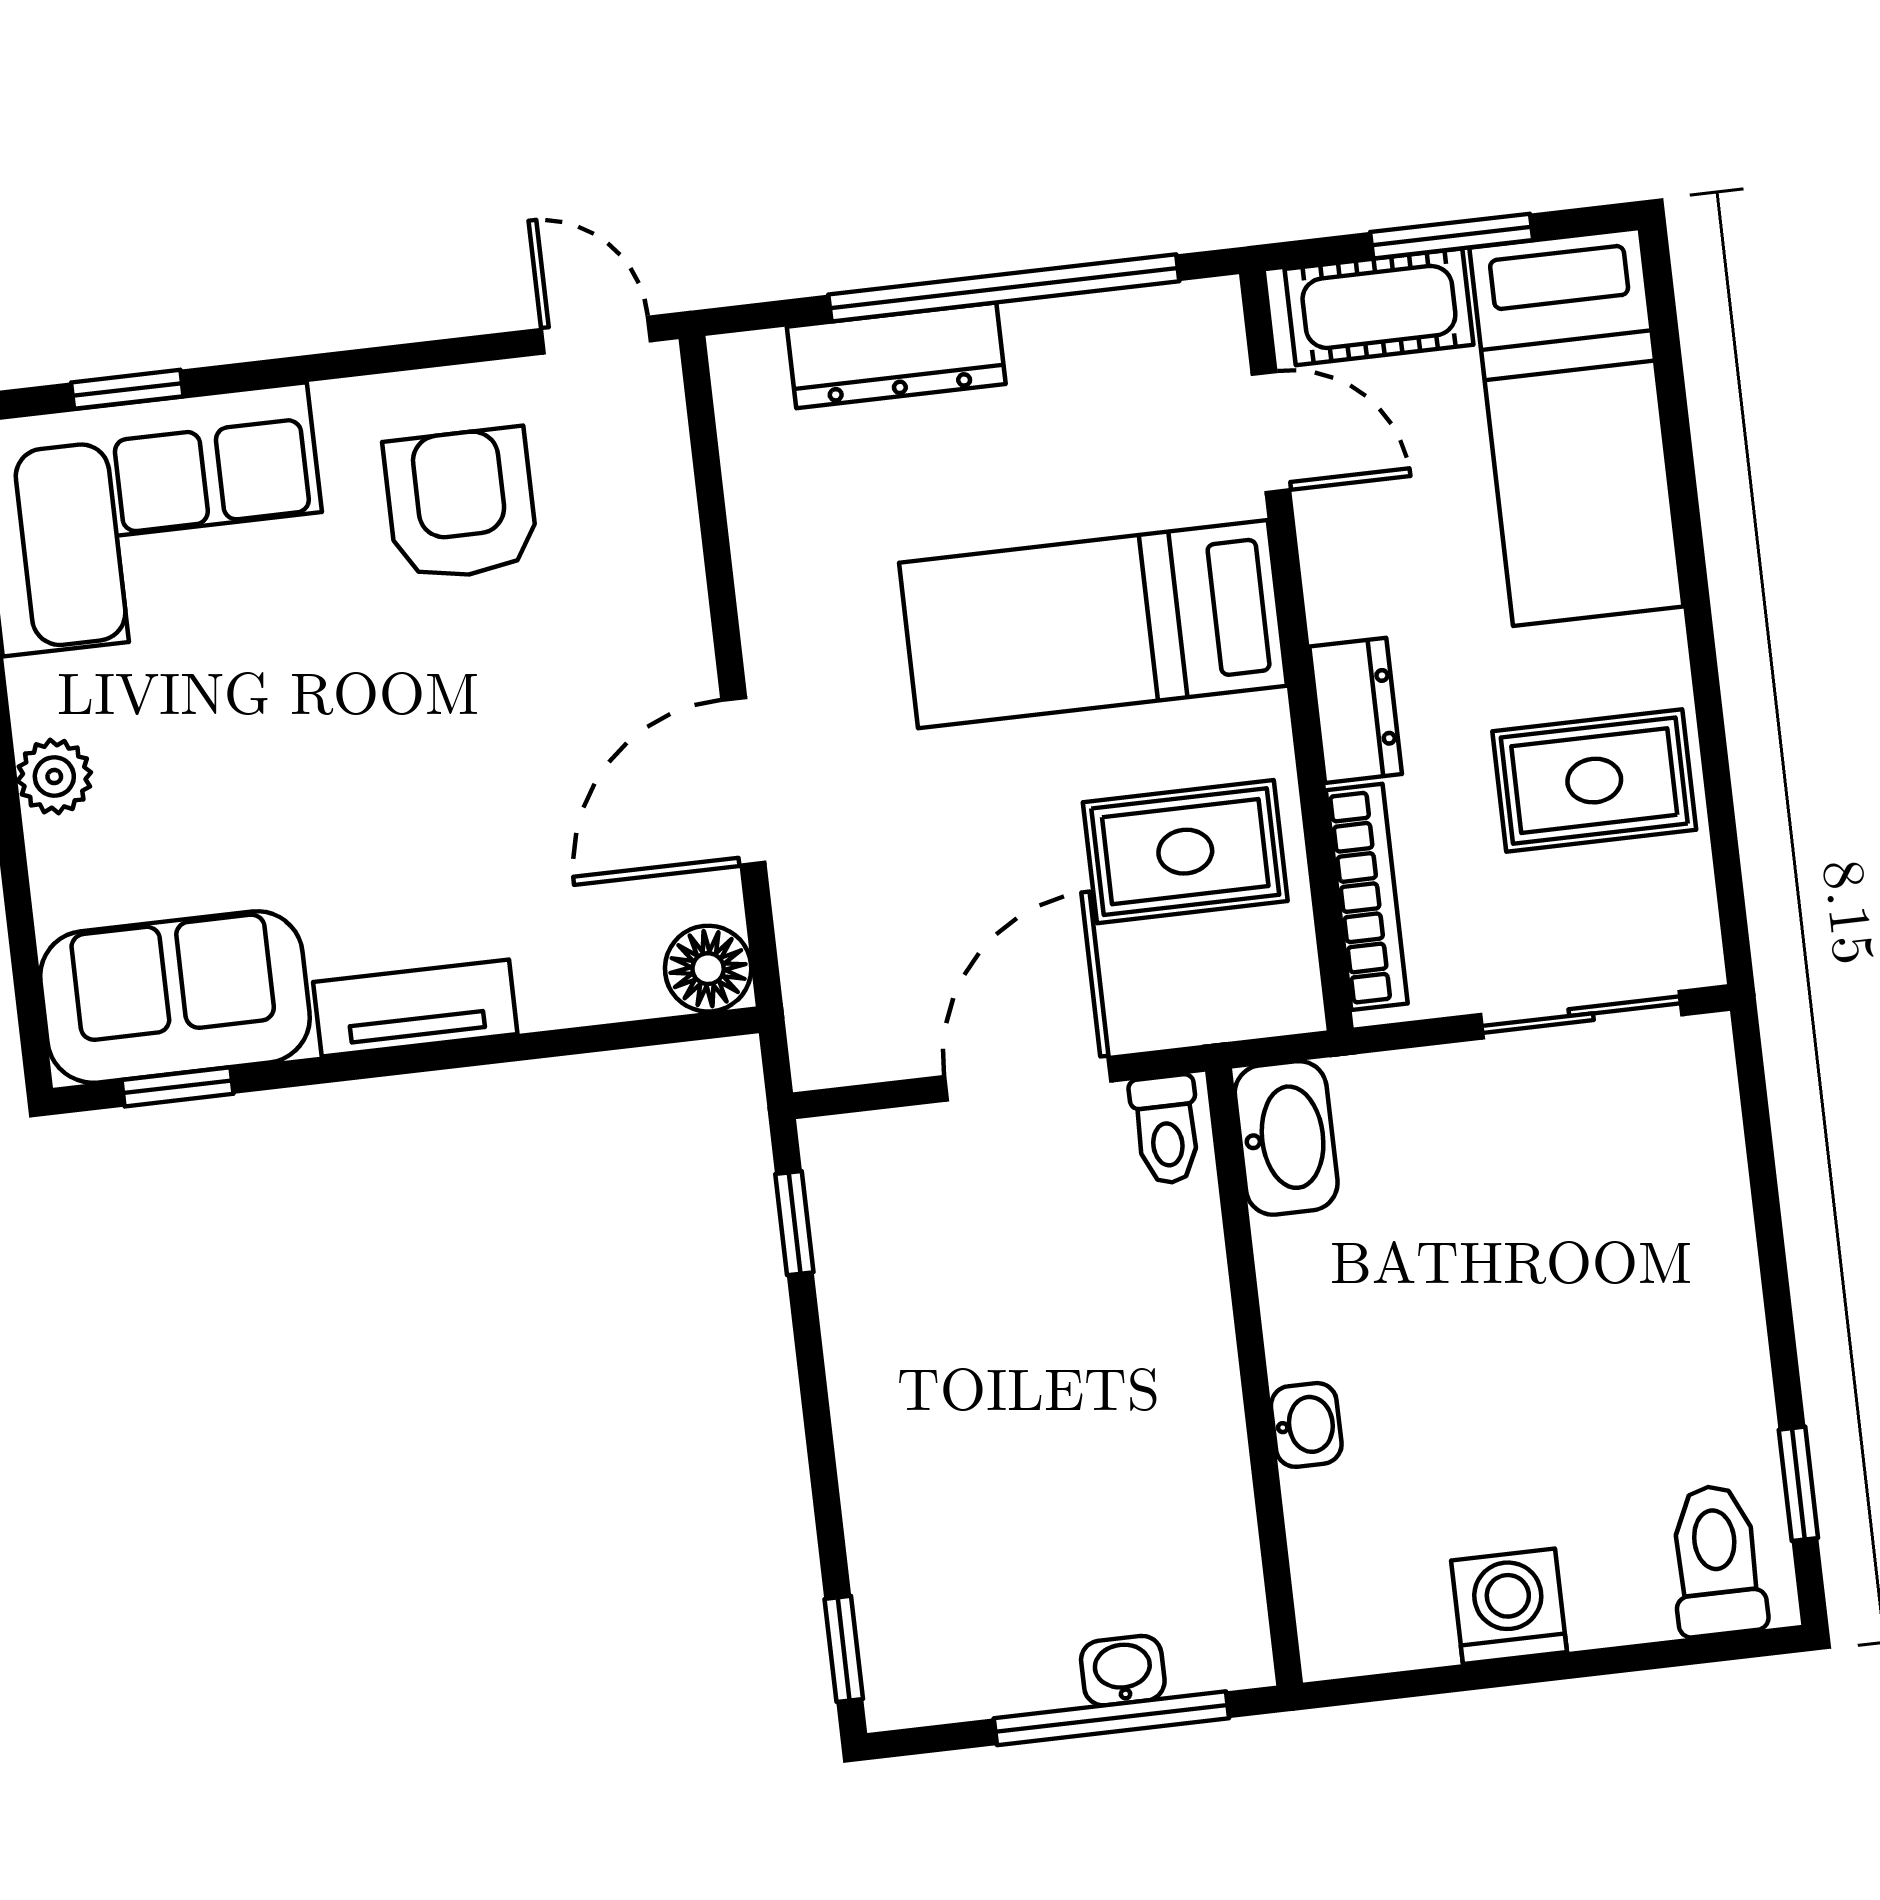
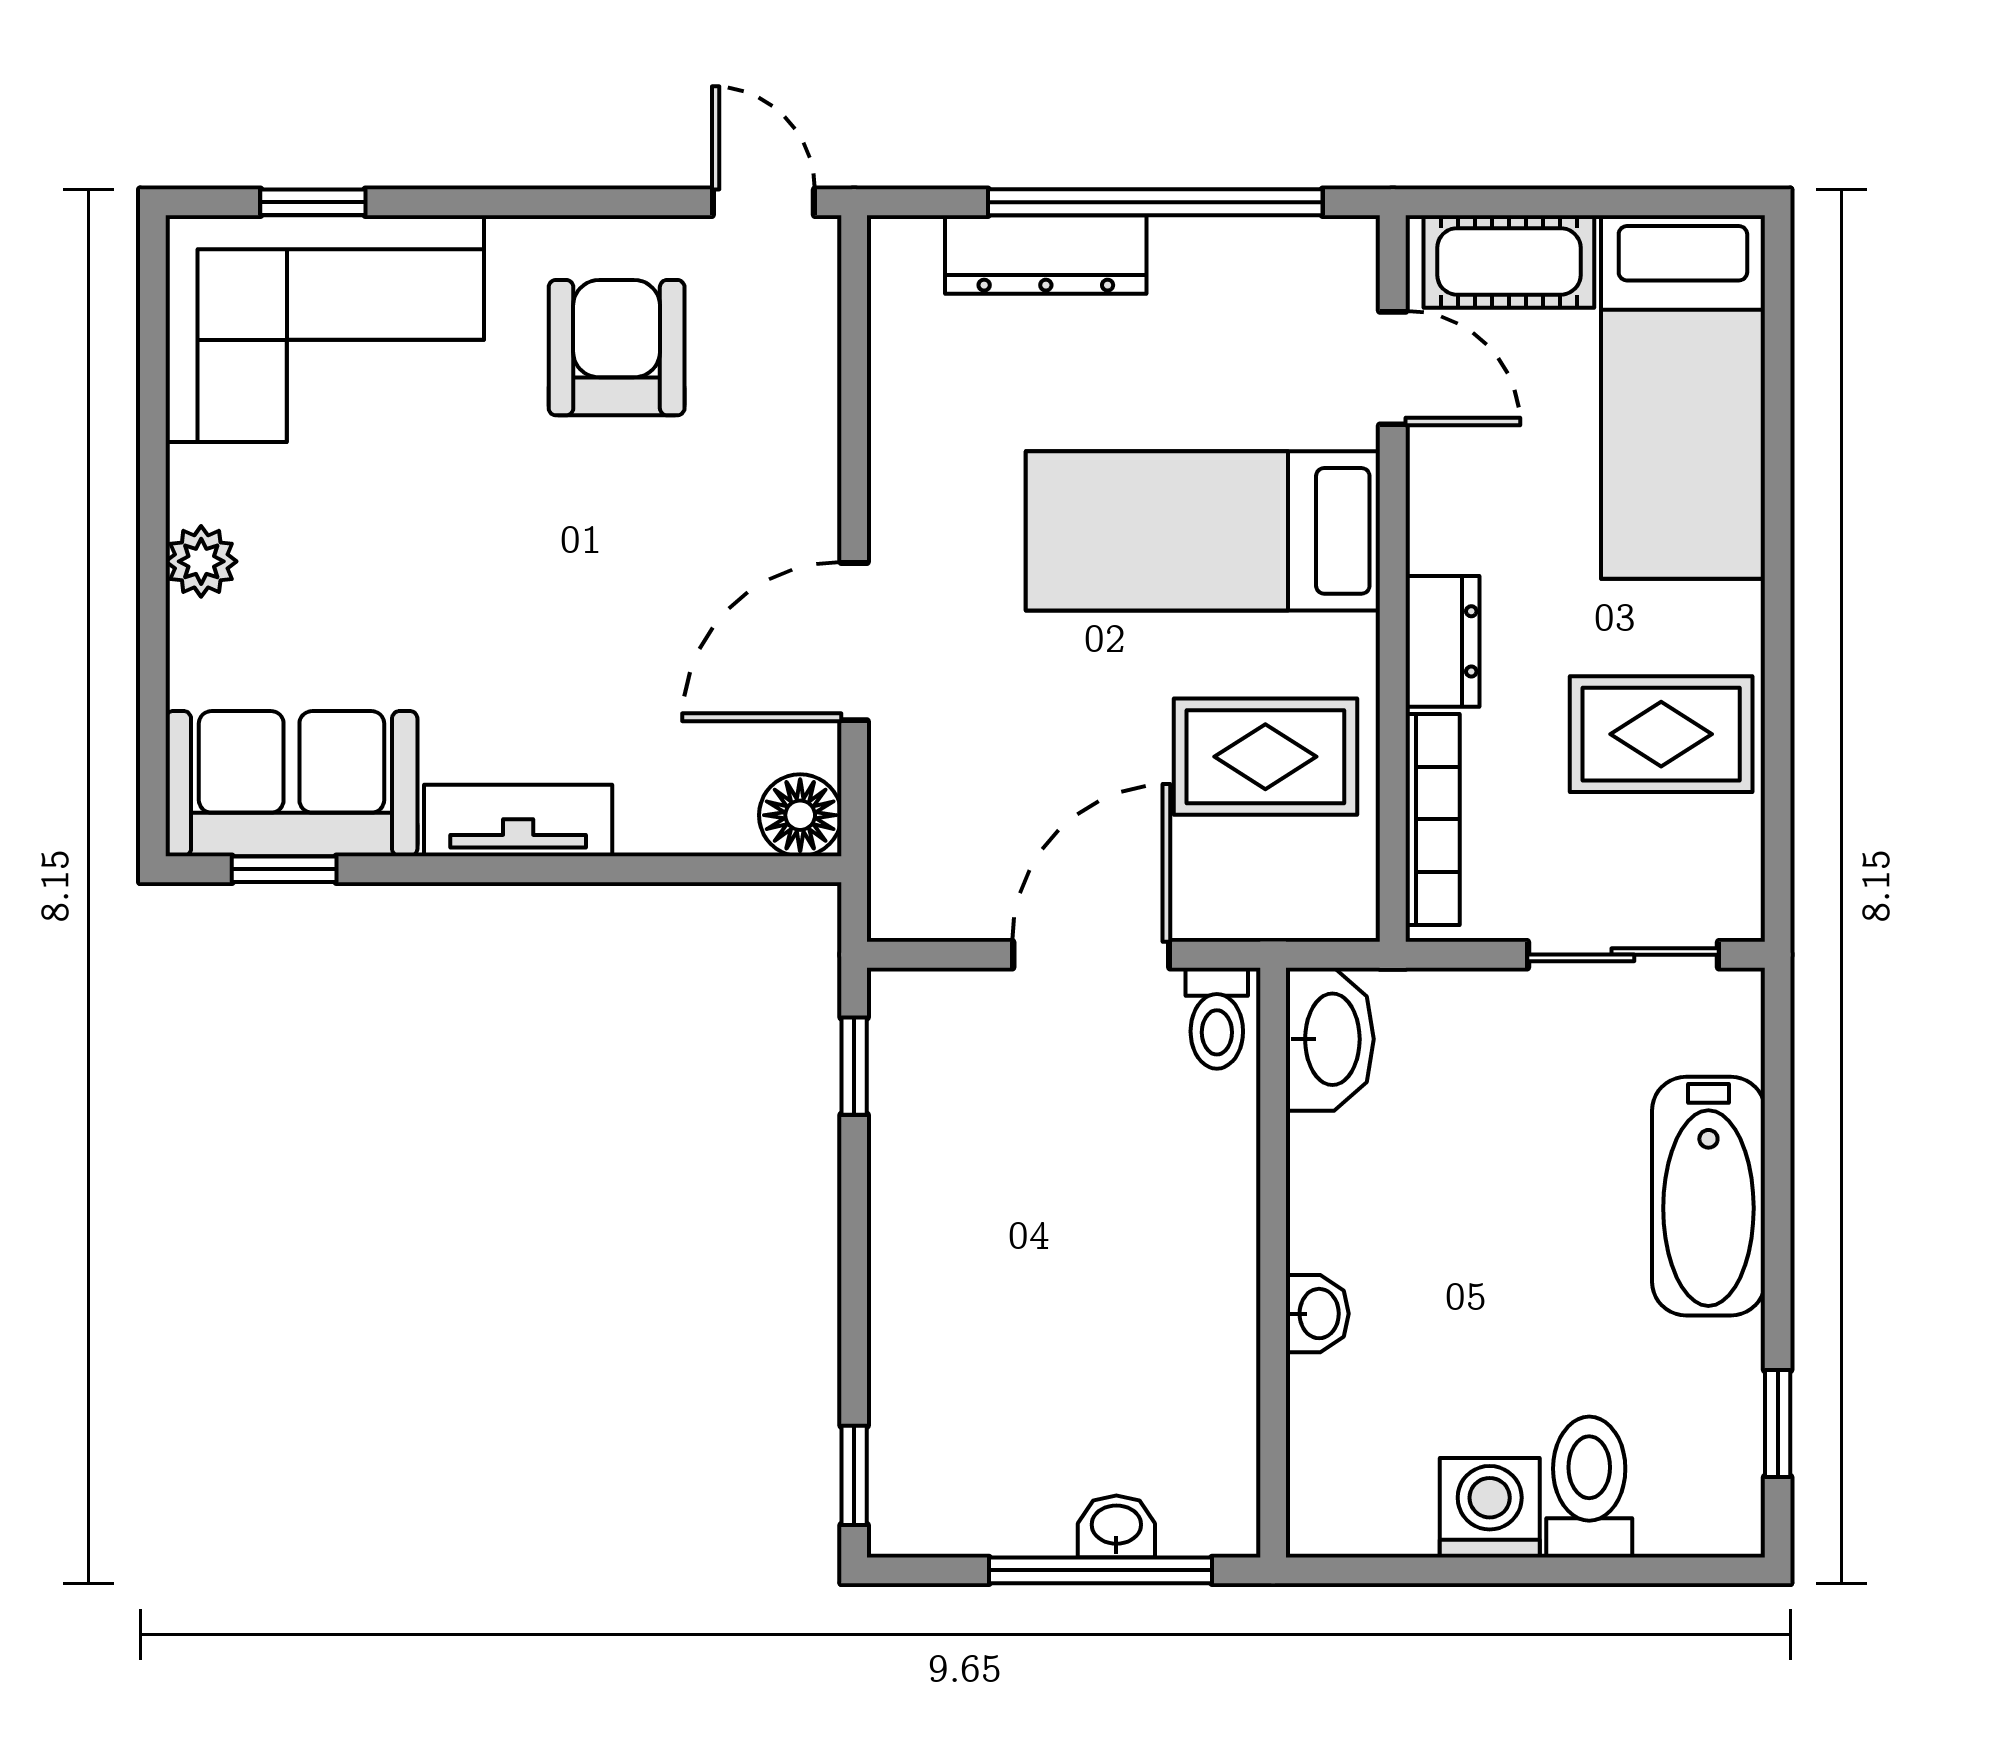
window: (1452, 236) -> (1586, 202), removed
bathtub: (1699, 1256) -> (1708, 1196), added
toilet: (1717, 1560) -> (1589, 1487), moved

